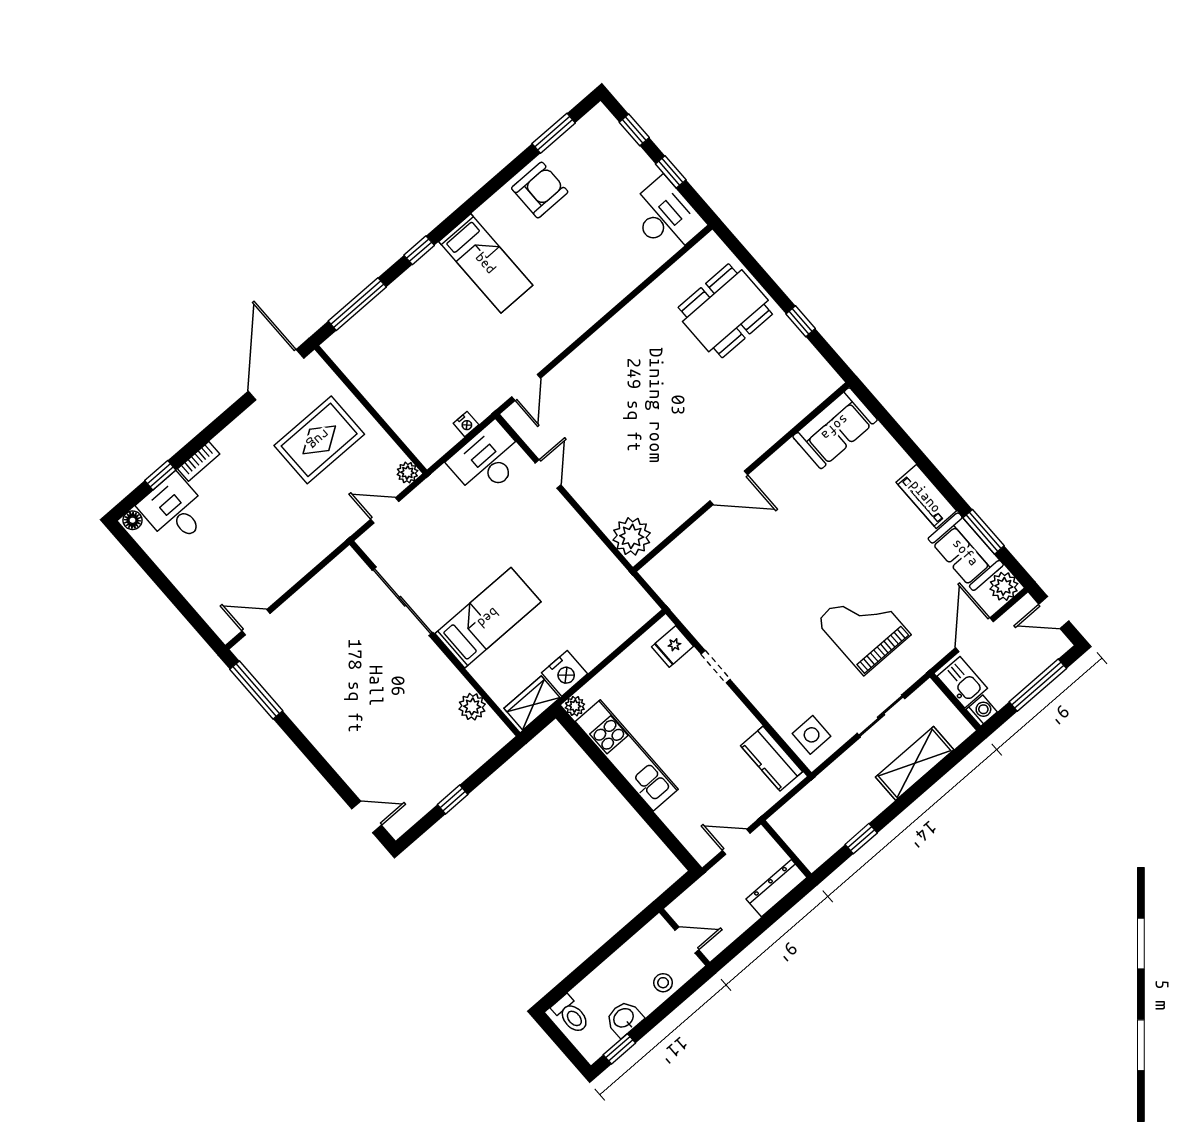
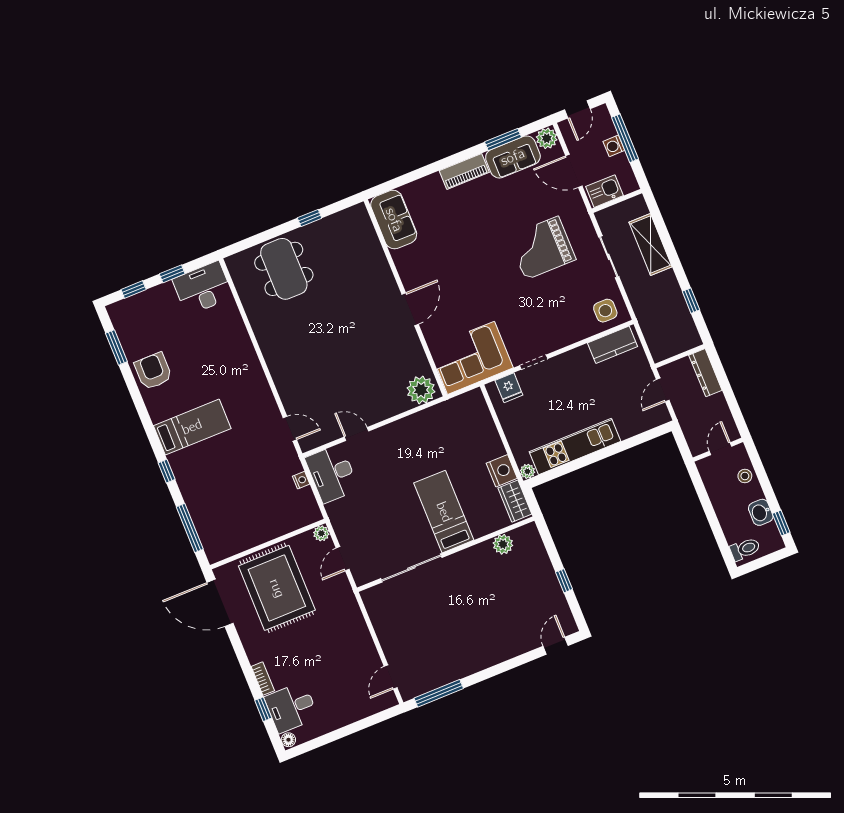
rug: (319, 440) -> (277, 588), width x1.37, depth x1.44
corner sofa: (694, 586) -> (471, 358), added
washing machine: (982, 711) -> (614, 146), moved, turned -90

